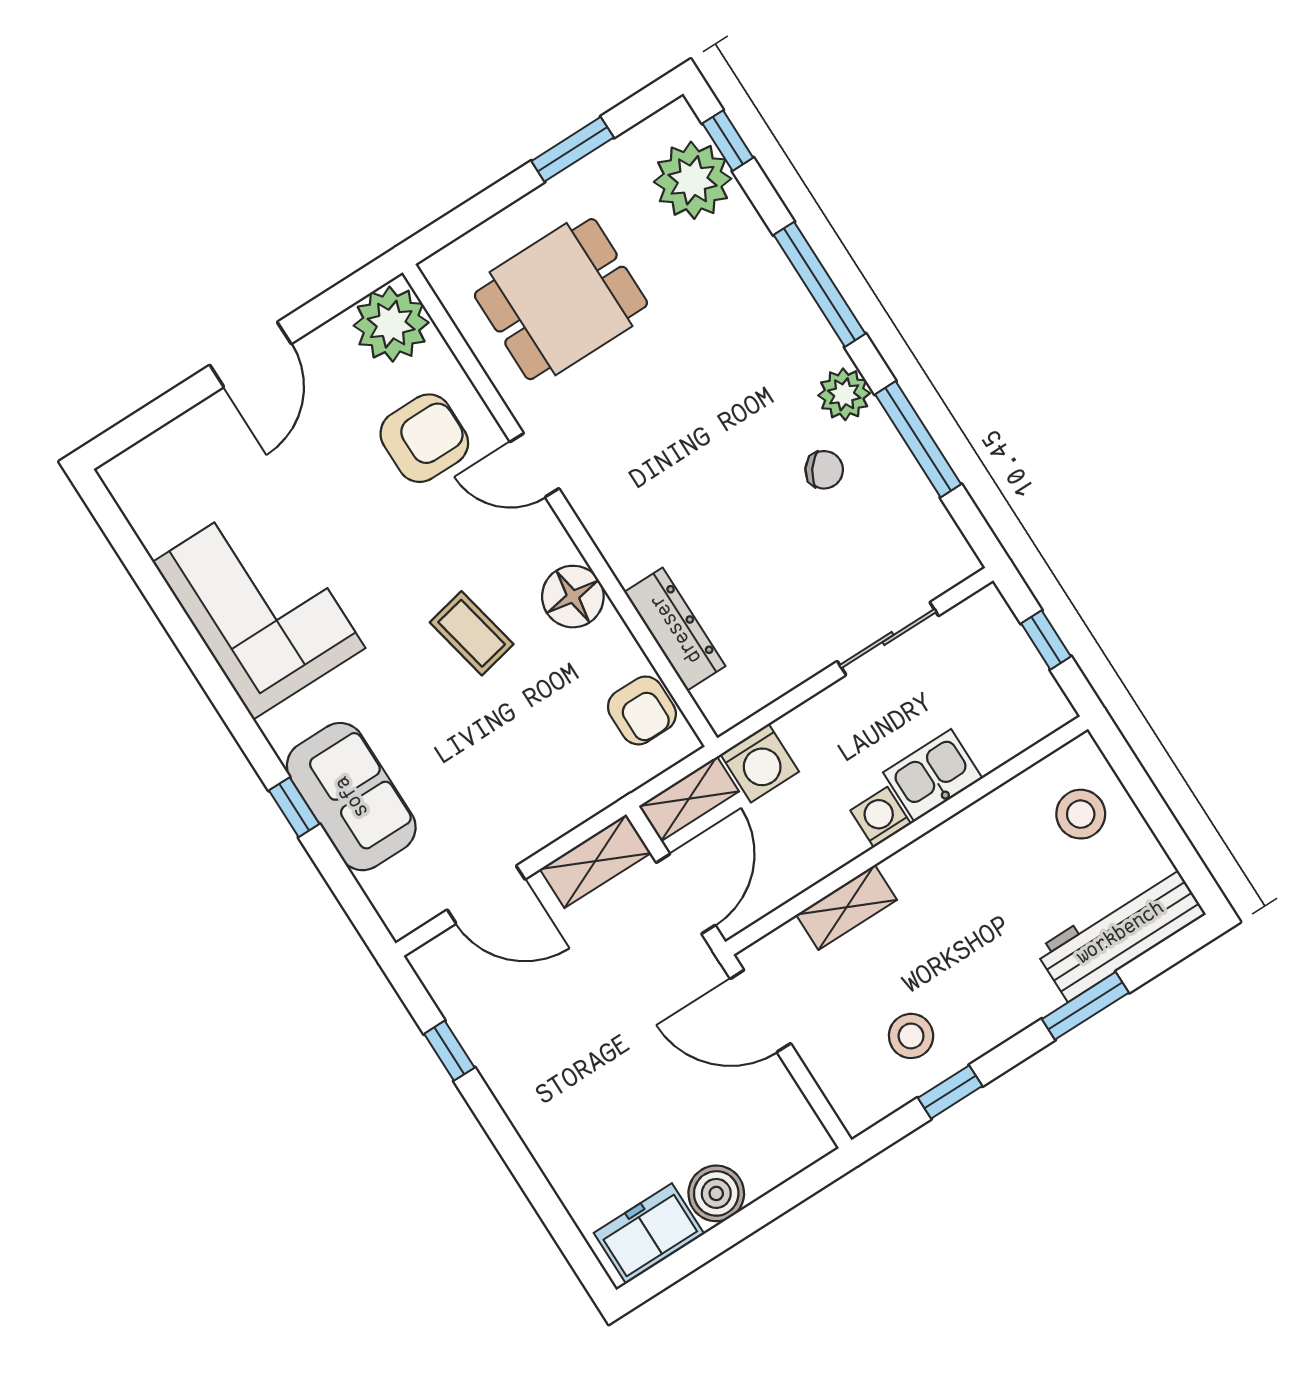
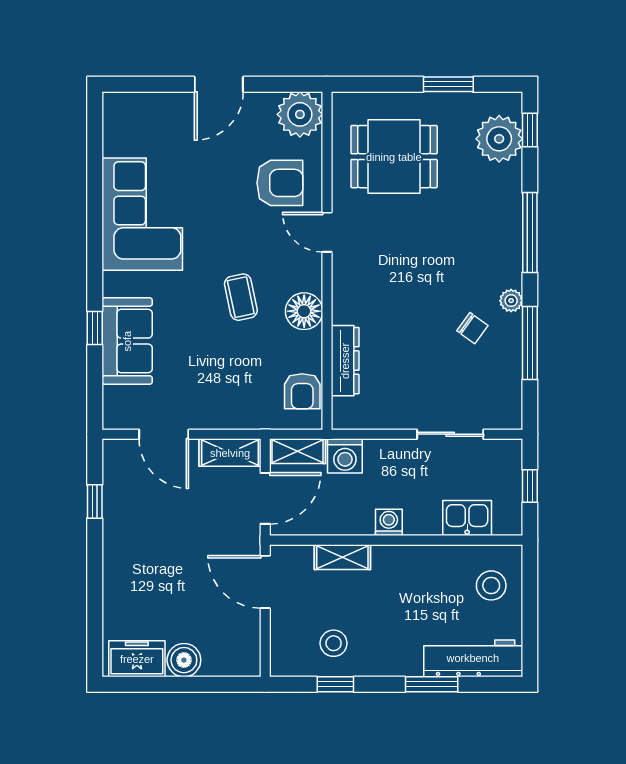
plant: (844, 394) -> (511, 301), width x0.73, depth x0.73
kitchen sink: (933, 775) -> (467, 518), moved

